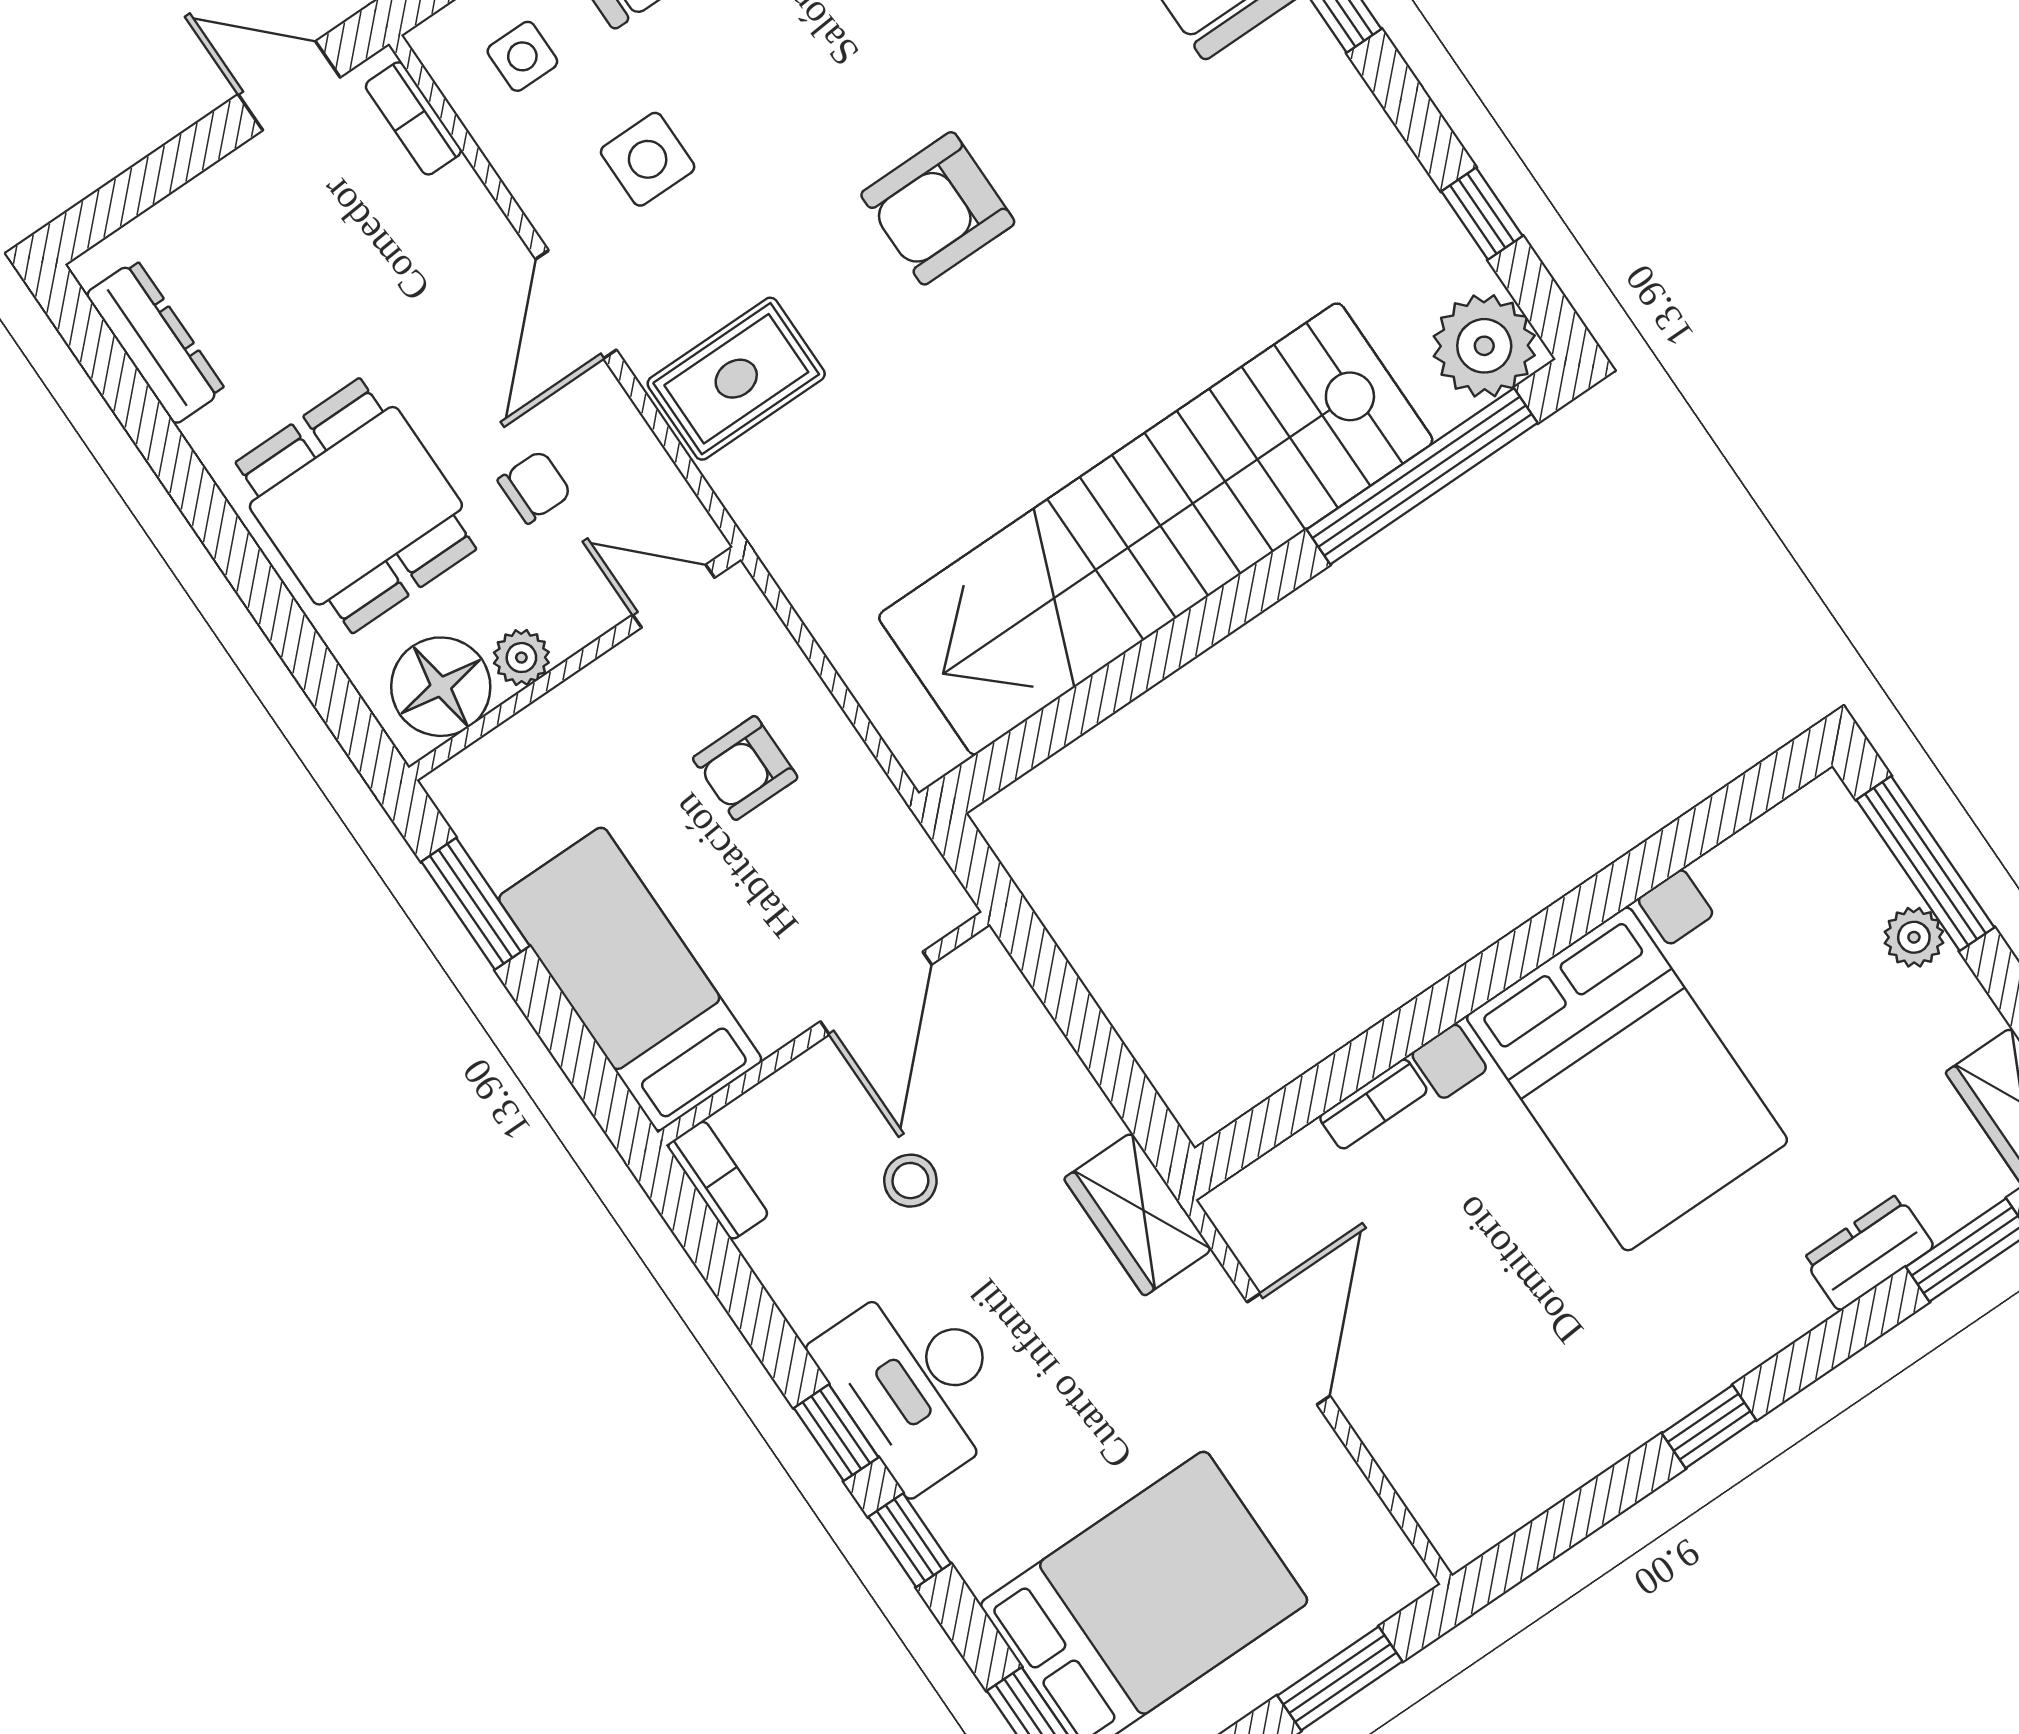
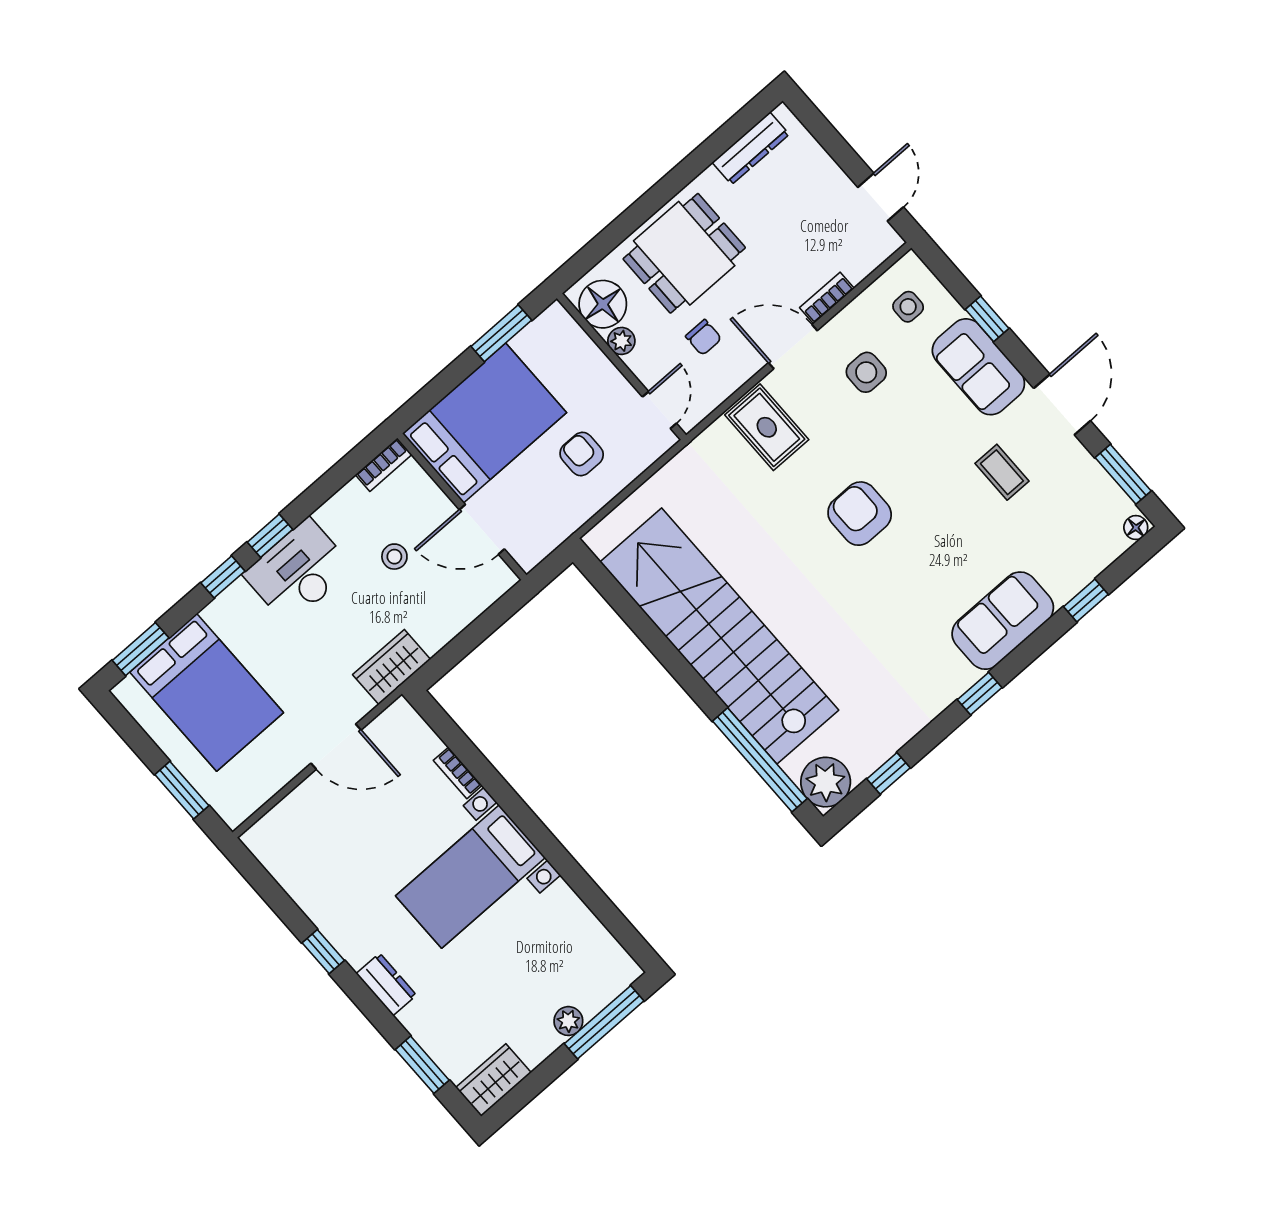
bookcase: (413, 118) -> (827, 298), moved
bed: (630, 979) -> (484, 423), width x1.50
bed with nightstands: (1627, 1079) -> (470, 877), width x0.73
dresser: (1869, 1253) -> (386, 984), moved

